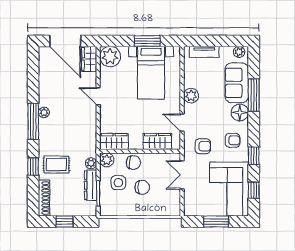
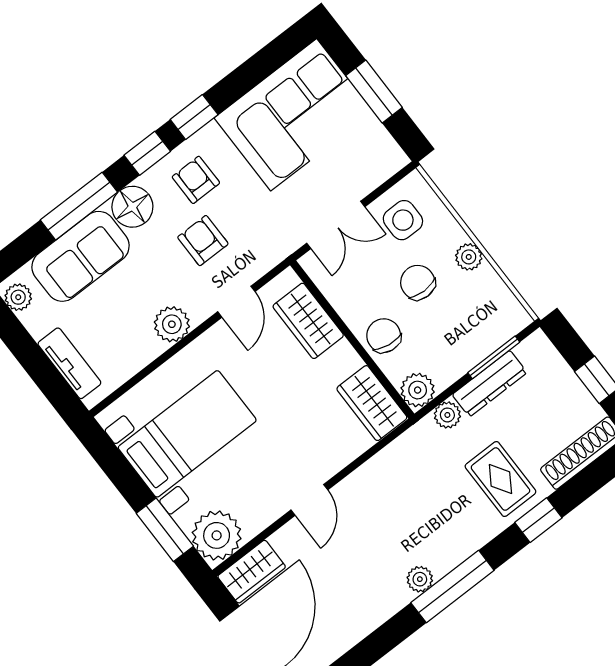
window: (147, 41) -> (165, 530), moved
armchair: (203, 146) -> (203, 241), moved
side table: (118, 183) -> (403, 220), moved
window: (254, 190) -> (147, 153), moved
plant: (138, 211) -> (469, 257), added

